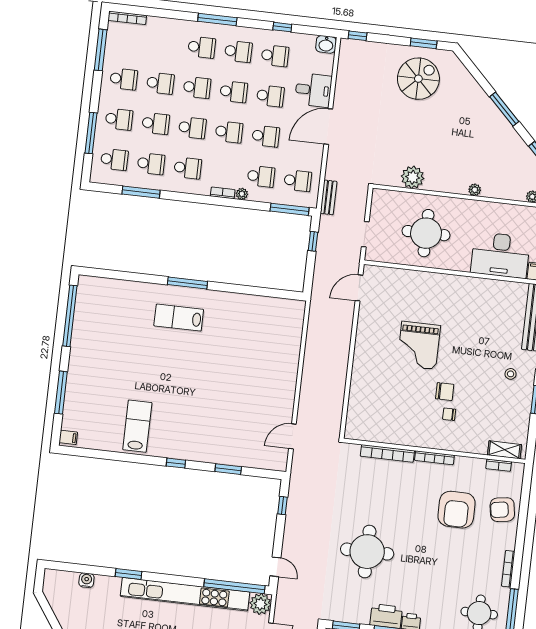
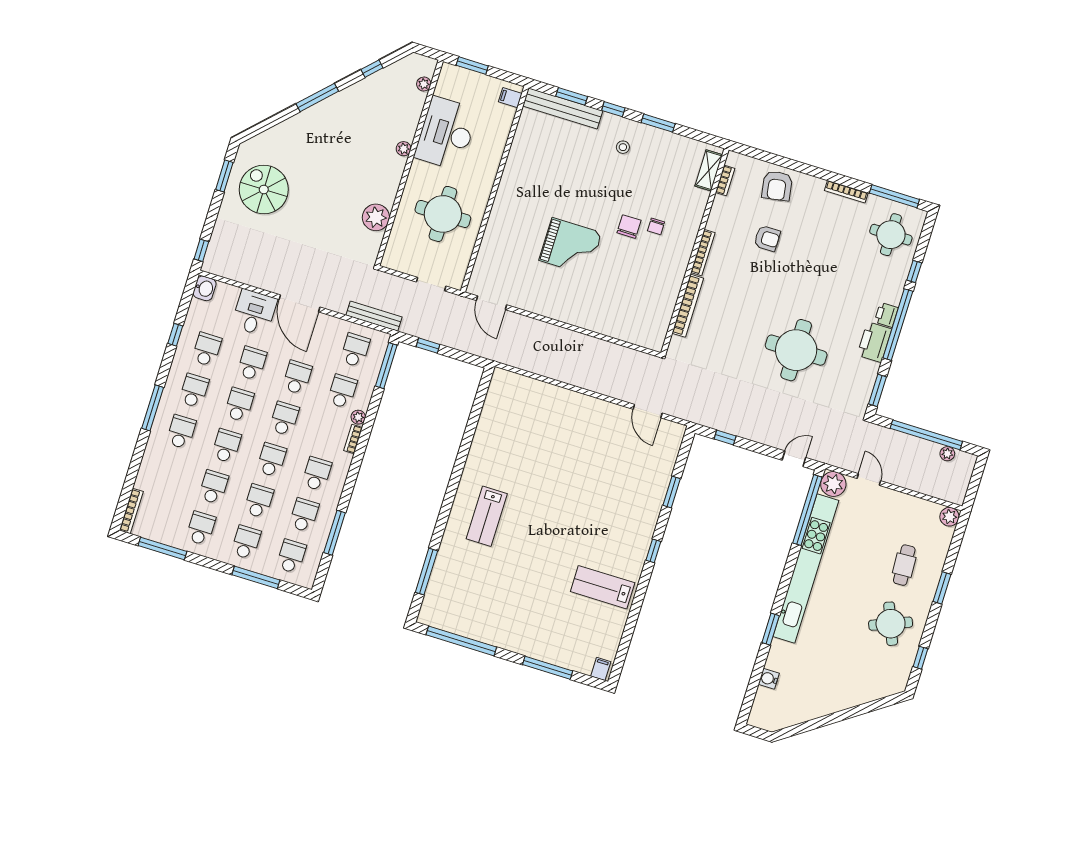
bench: (328, 197) -> (374, 316), width x1.36
desk: (500, 255) -> (446, 133), moved, turned 180
window: (187, 283) -> (426, 572), moved
armchair: (457, 510) -> (767, 238), width x0.53, depth x0.53

